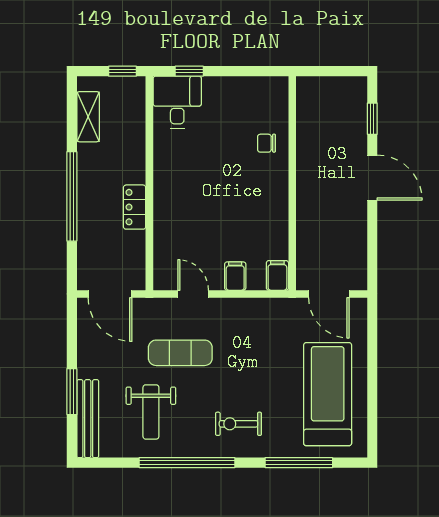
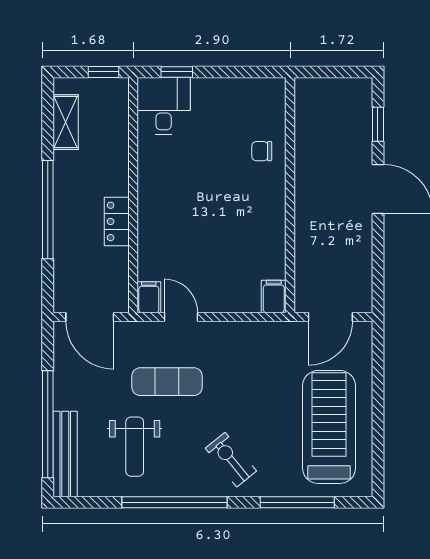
filing cabinet: (235, 276) -> (149, 297), moved
door: (329, 294) -> (330, 317), hinge flipped
window: (72, 392) -> (48, 424), width x2.11
exercise bike: (238, 424) -> (231, 460), turned 51

